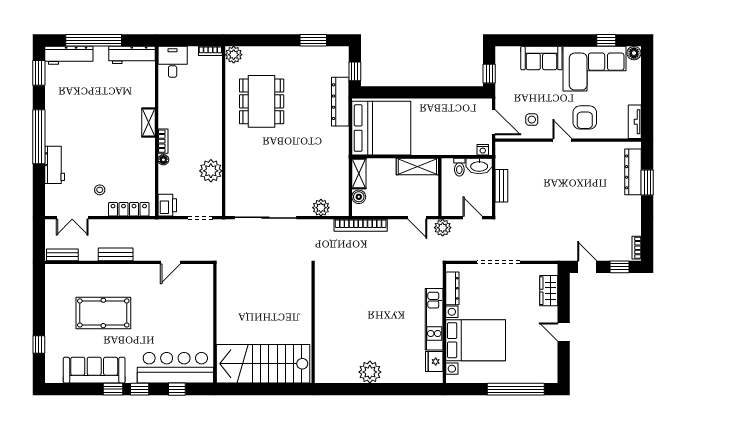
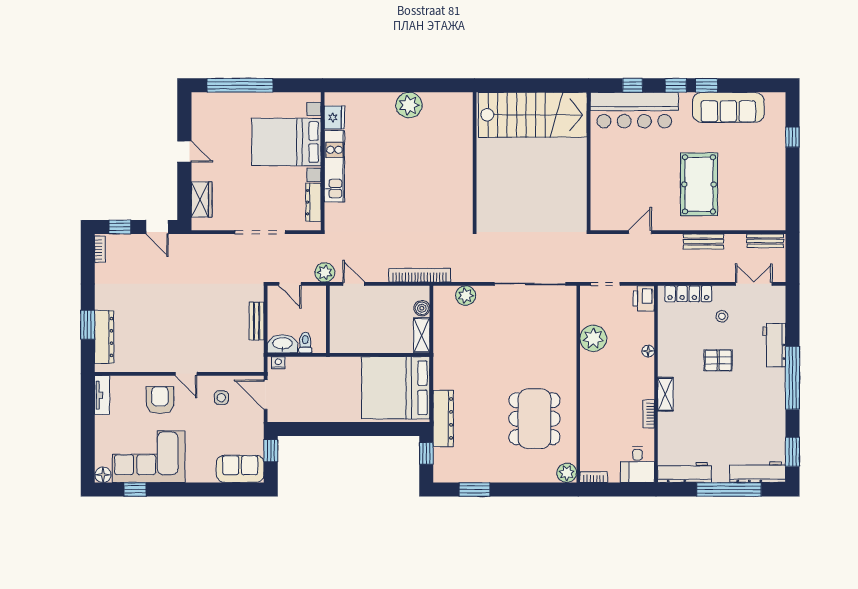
sofa: (541, 58) -> (240, 469), moved
bookcase: (163, 141) -> (649, 414), moved
pallet: (103, 152) -> (718, 360), added
shelving: (417, 166) -> (354, 343), removed
pool table: (103, 313) -> (699, 184), moved, turned 90

